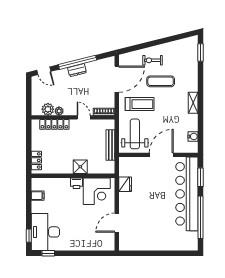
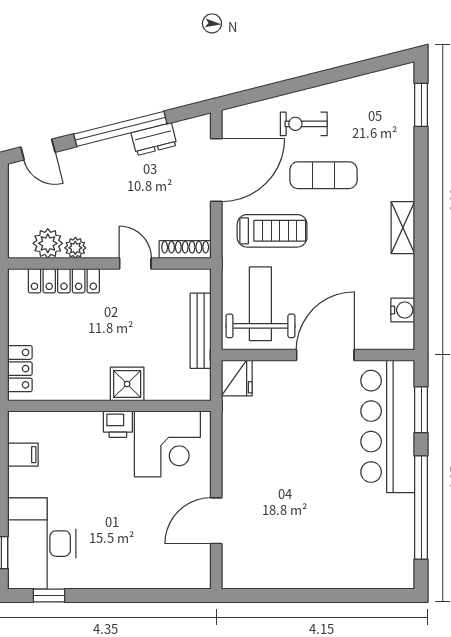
dresser: (77, 70) -> (154, 139), moved
fridge: (125, 184) -> (237, 378), moved
bar counter: (187, 194) -> (388, 426), width x0.73

